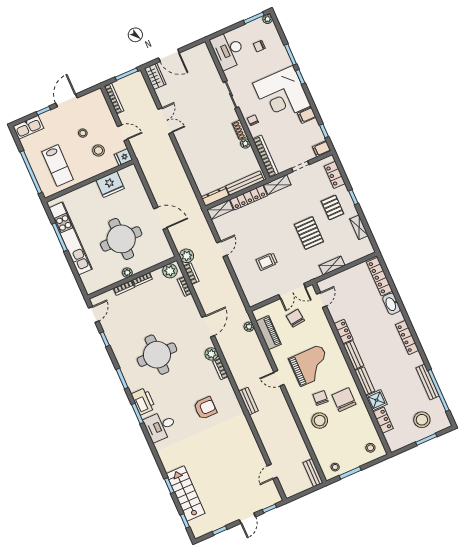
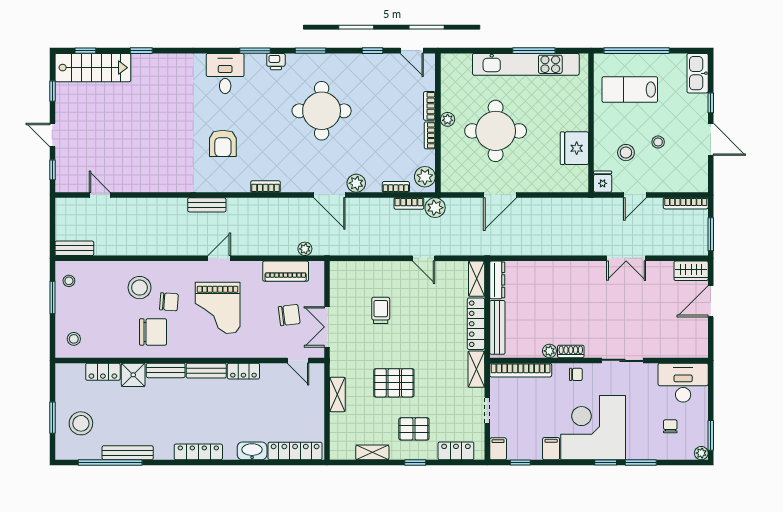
plant: (211, 354) -> (356, 183), moved
printer: (143, 401) -> (276, 62), width x0.53, depth x0.68
stairs: (186, 493) -> (93, 68), moved

